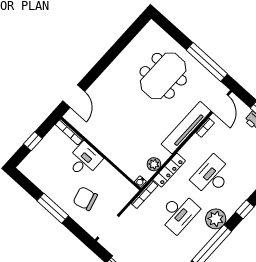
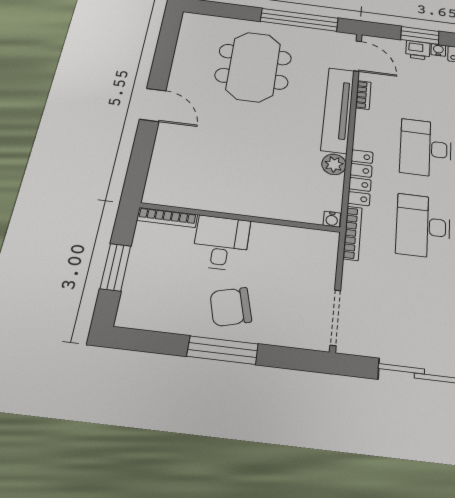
door: (74, 96) -> (153, 105), moved
window: (33, 141) -> (116, 267), width x1.50
plant: (154, 164) -> (334, 164), moved
chair: (85, 199) -> (231, 307), moved
desk: (179, 213) -> (423, 226), turned 180

